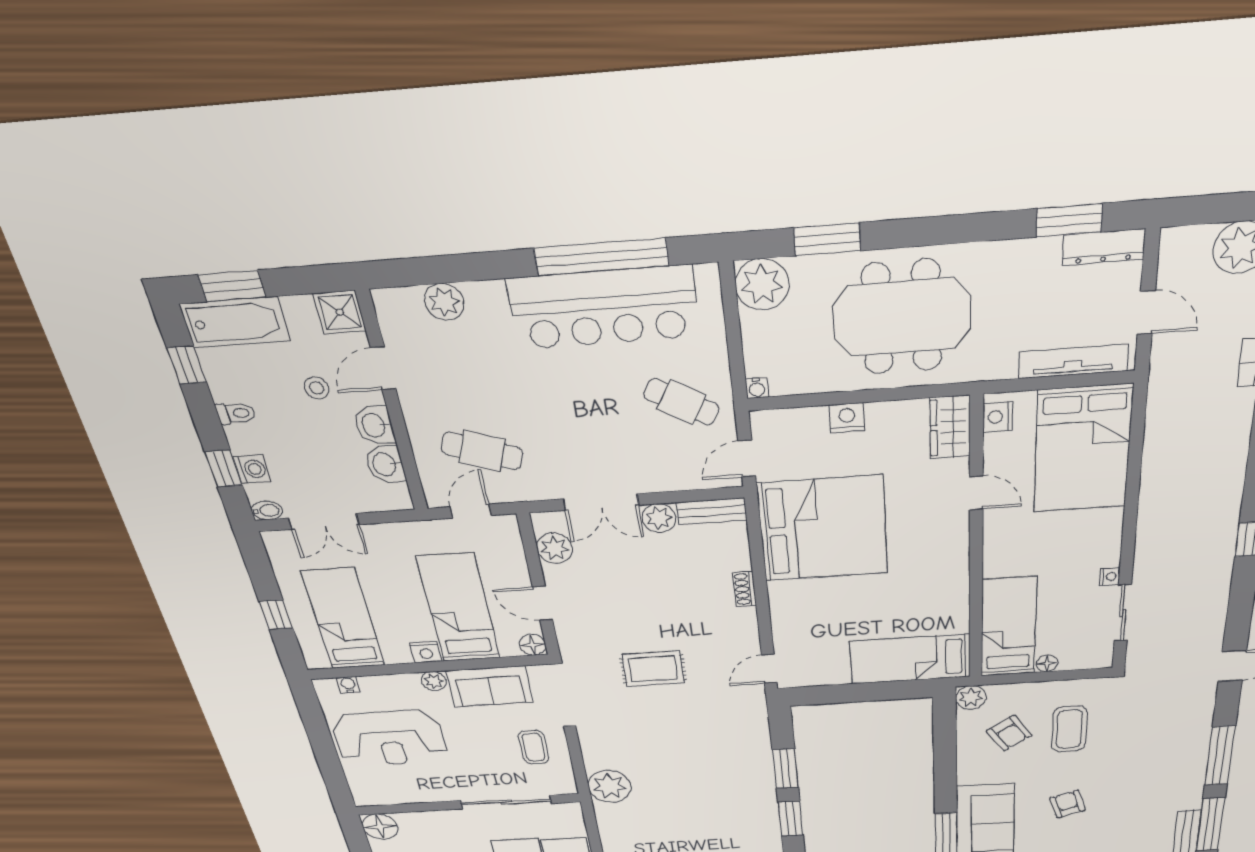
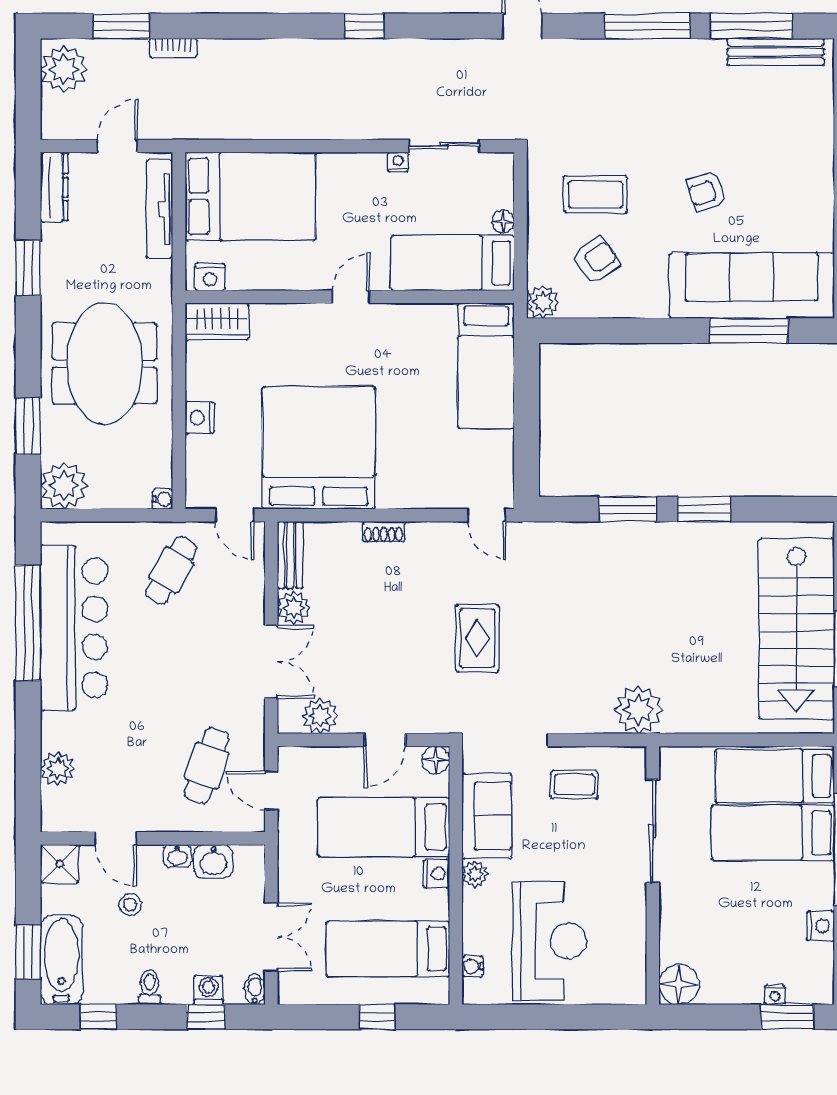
window: (1069, 220) -> (28, 268), moved
washbasin: (374, 425) -> (177, 856), width x0.72, depth x0.69
door: (976, 493) -> (351, 297), moved

